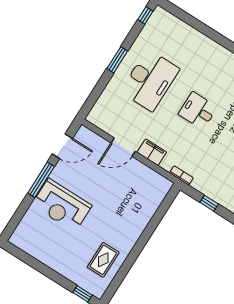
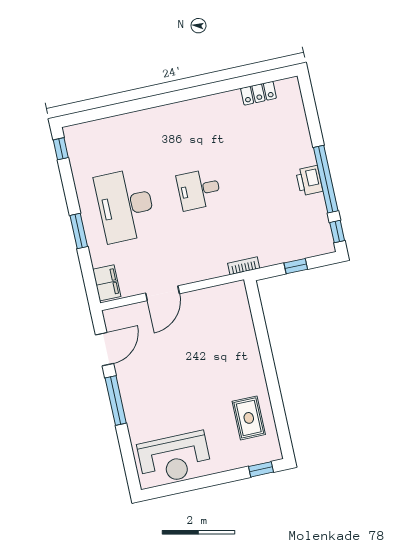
window: (117, 60) -> (79, 231), moved
desk: (150, 80) -> (125, 205), turned 180
filing cabinet: (152, 152) -> (107, 283), moved, turned 90
reception desk: (62, 205) -> (174, 458), moved

